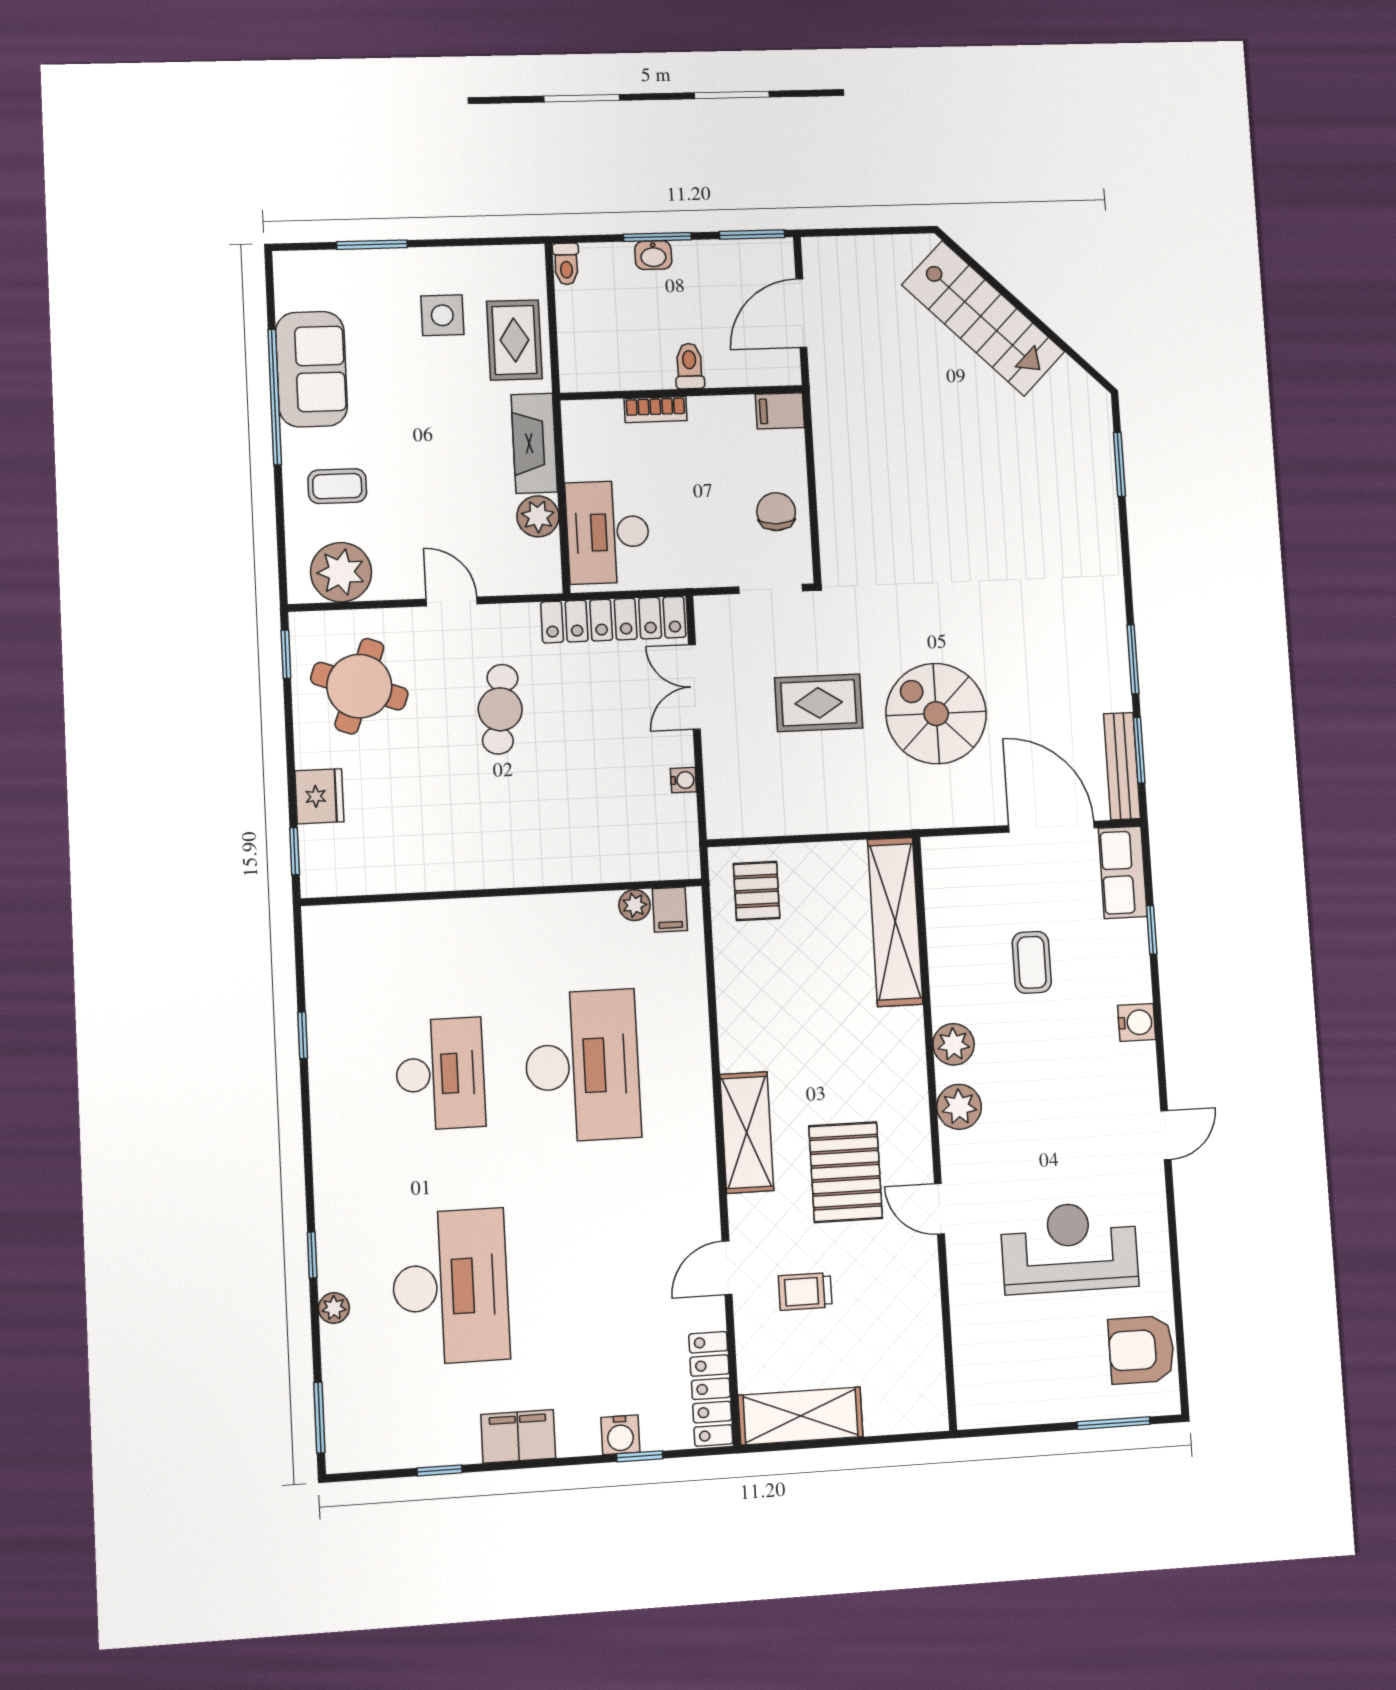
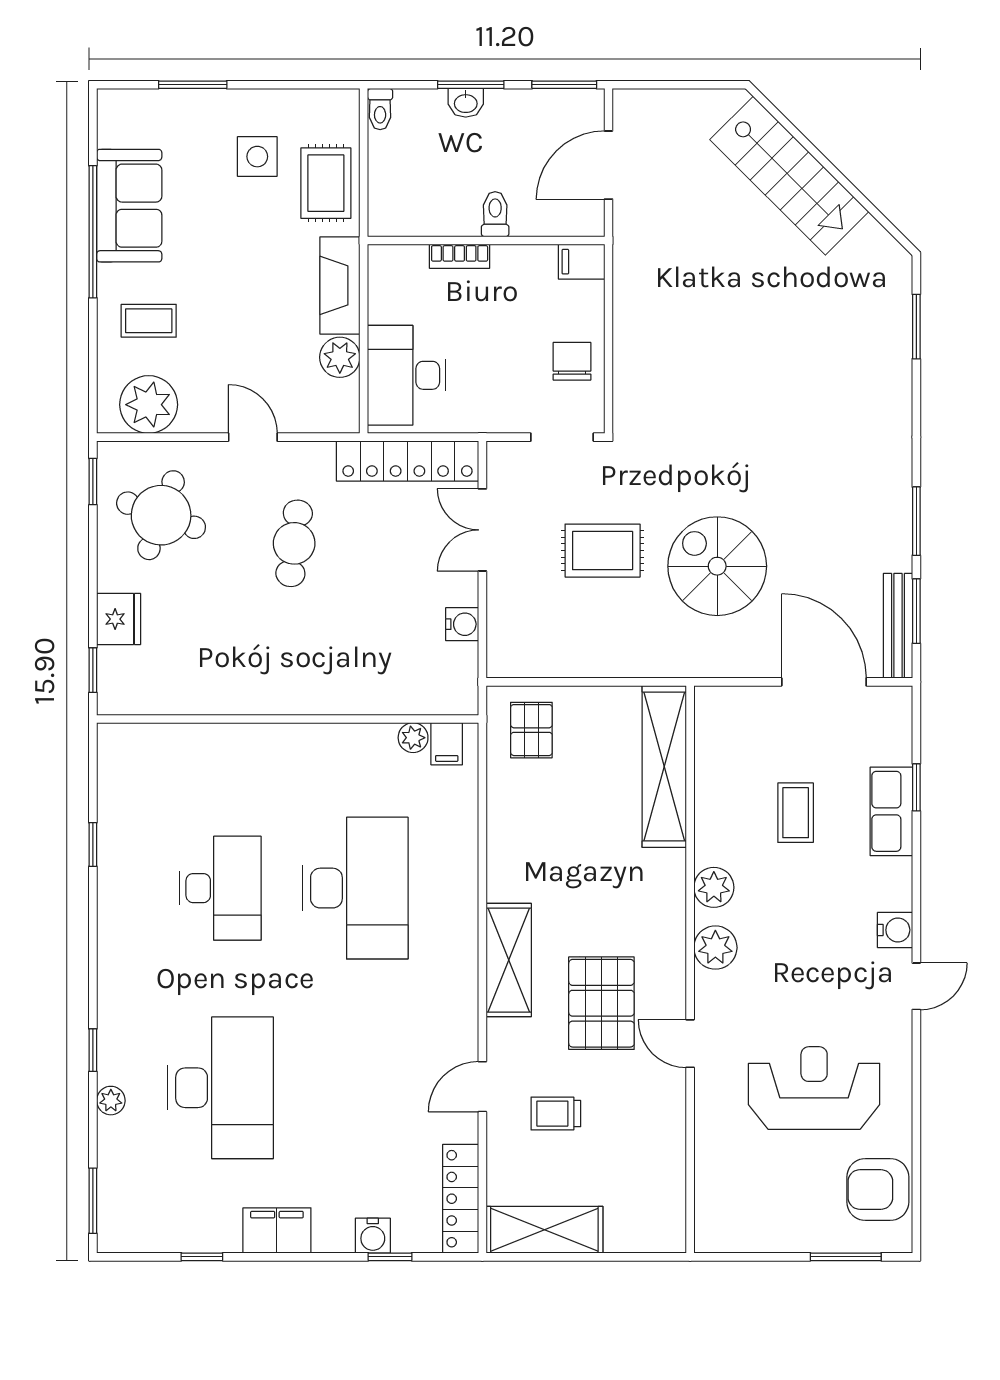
water cooler: (683, 780) -> (462, 624), width x1.38, depth x1.38
row of seats: (1123, 872) -> (891, 811), moved
water cooler: (1137, 1022) -> (895, 930), moved

